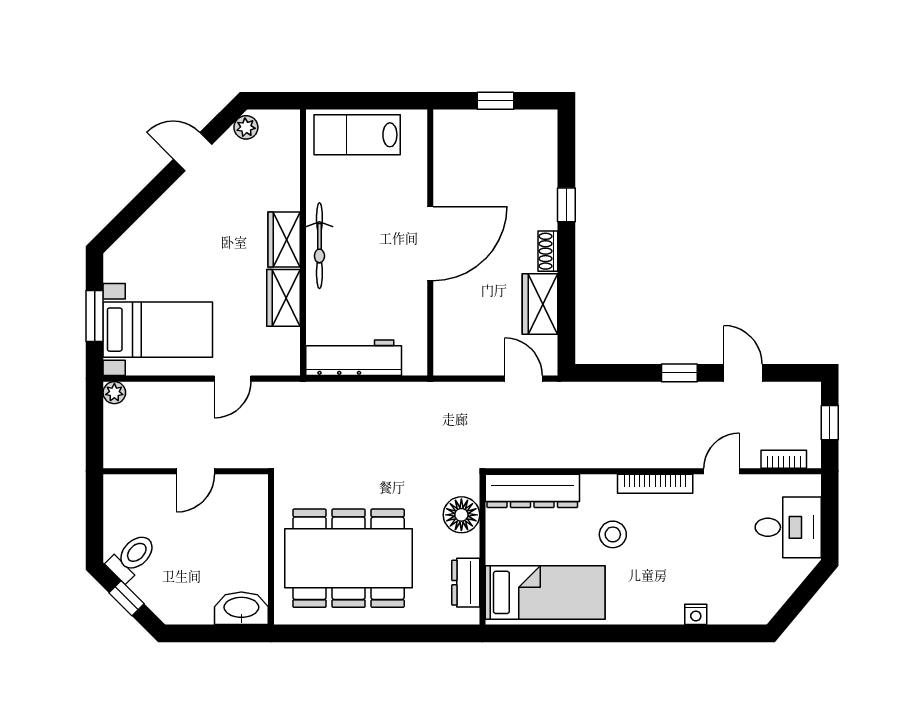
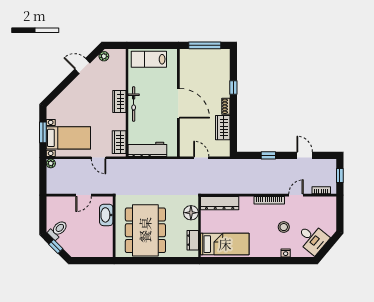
window: (495, 101) -> (205, 45), width x2.17
door: (430, 244) -> (178, 103), hinge flipped
wardrobe: (283, 298) -> (119, 142), moved
window: (679, 373) -> (268, 155), moved
door: (233, 379) -> (99, 158), hinge flipped
door: (523, 379) -> (201, 158), moved
desk: (788, 527) -> (312, 239), moved, turned 40
stool: (613, 534) -> (284, 227), moved
dining table: (349, 558) -> (145, 230), turned 90
washbasin: (241, 608) -> (106, 215), moved, turned -90

